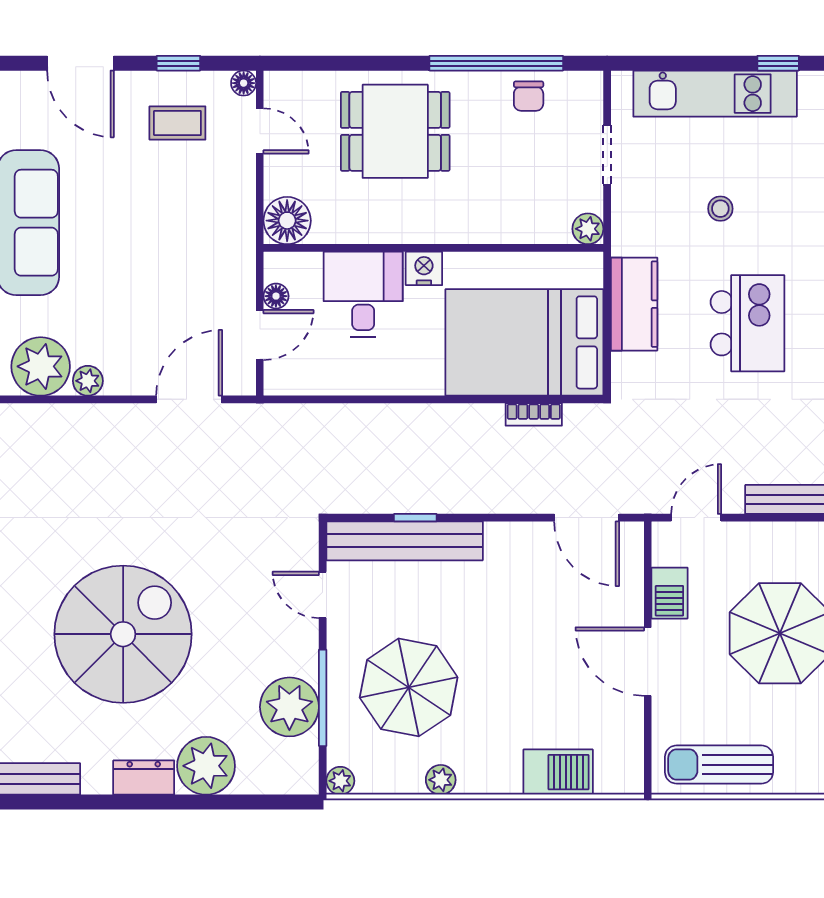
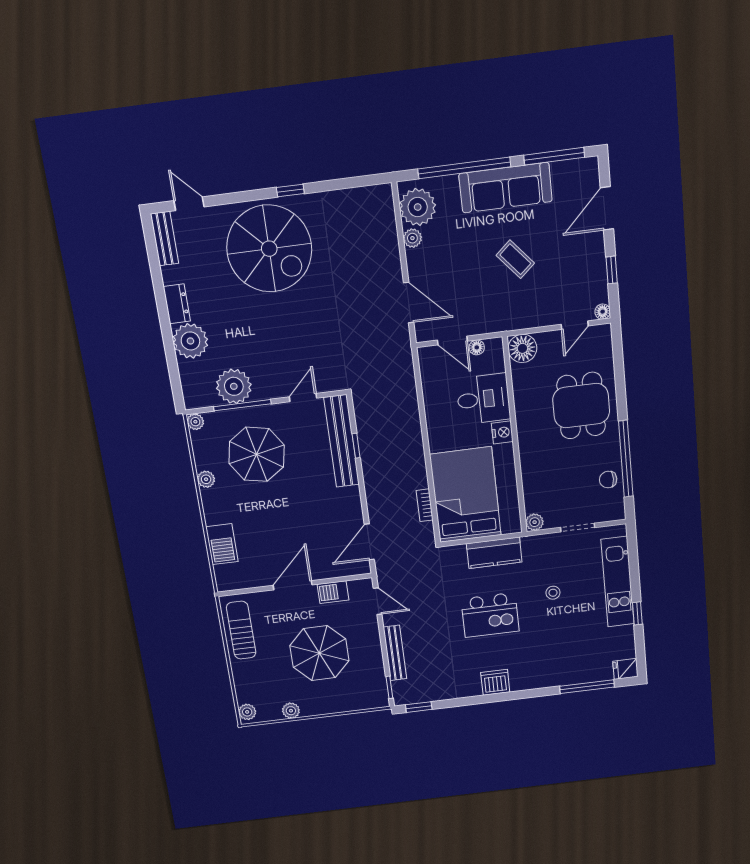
coffee table: (177, 123) -> (515, 259), moved, turned -41
spiral stairs: (123, 634) -> (269, 249), moved

